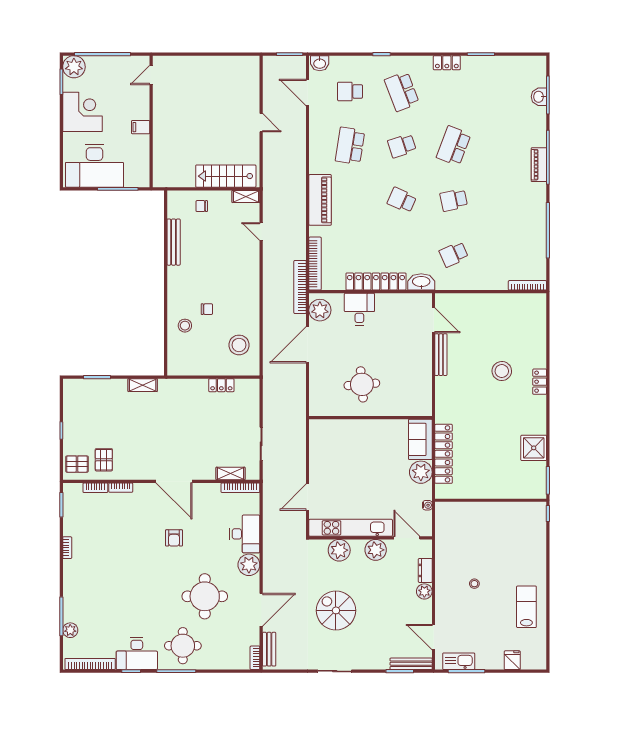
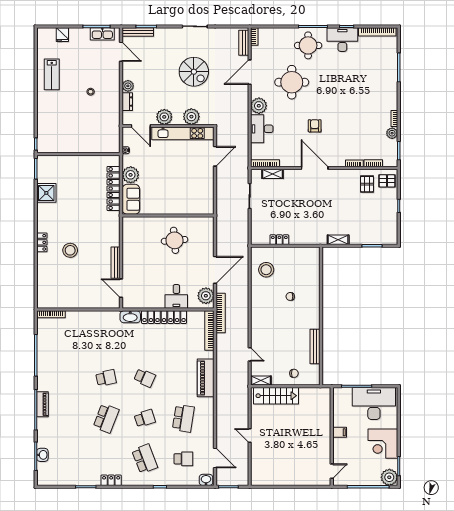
school desk: (454, 254) -> (106, 337), removed
stool: (185, 326) -> (307, 284), removed
plant: (70, 630) -> (392, 133), moved

